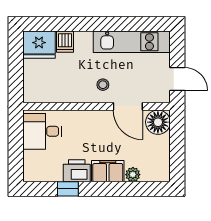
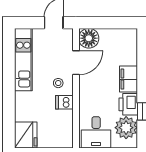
dishwasher: (65, 42) -> (64, 102), moved, turned 180
plant: (133, 175) -> (126, 128), moved, width x1.87, depth x1.87

